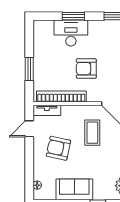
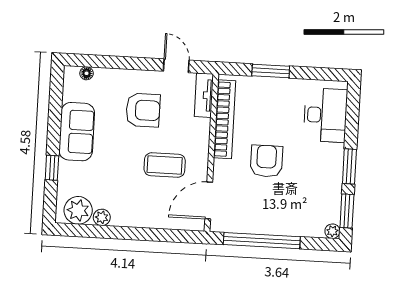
window: (73, 16) -> (349, 166), moved
desk: (71, 33) -> (325, 115), moved
armchair: (58, 148) -> (143, 110), turned 78

